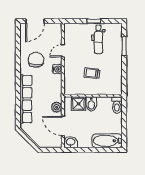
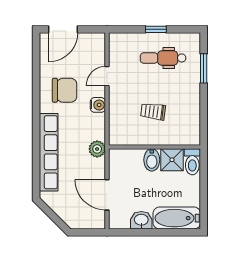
dental chair: (98, 39) -> (163, 58), turned 90
chair: (36, 60) -> (65, 90), turned 90
shower: (78, 104) -> (172, 160), moved
plant: (57, 107) -> (97, 149), moved
washbasin: (71, 142) -> (141, 220), moved

